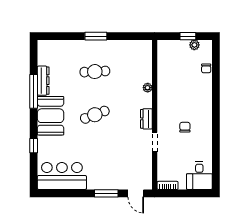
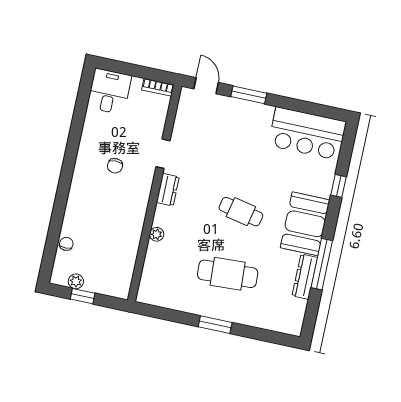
cafe table: (95, 72) -> (228, 274), width x1.37, depth x1.35
cafe table: (95, 115) -> (241, 212), turned 33

